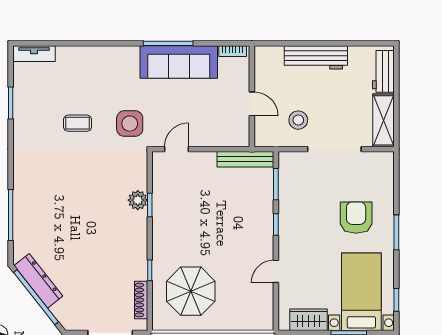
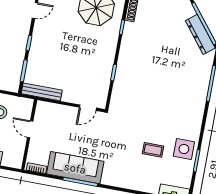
coffee table: (78, 123) -> (153, 150), moved
side table: (130, 124) -> (184, 149), moved
plant: (138, 200) -> (121, 77), removed

